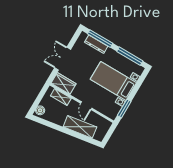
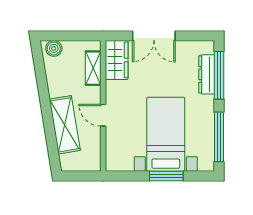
double door: (63, 59) -> (154, 36), swing flipped
door: (86, 106) -> (103, 115), hinge flipped
window: (124, 109) -> (166, 176), moved

